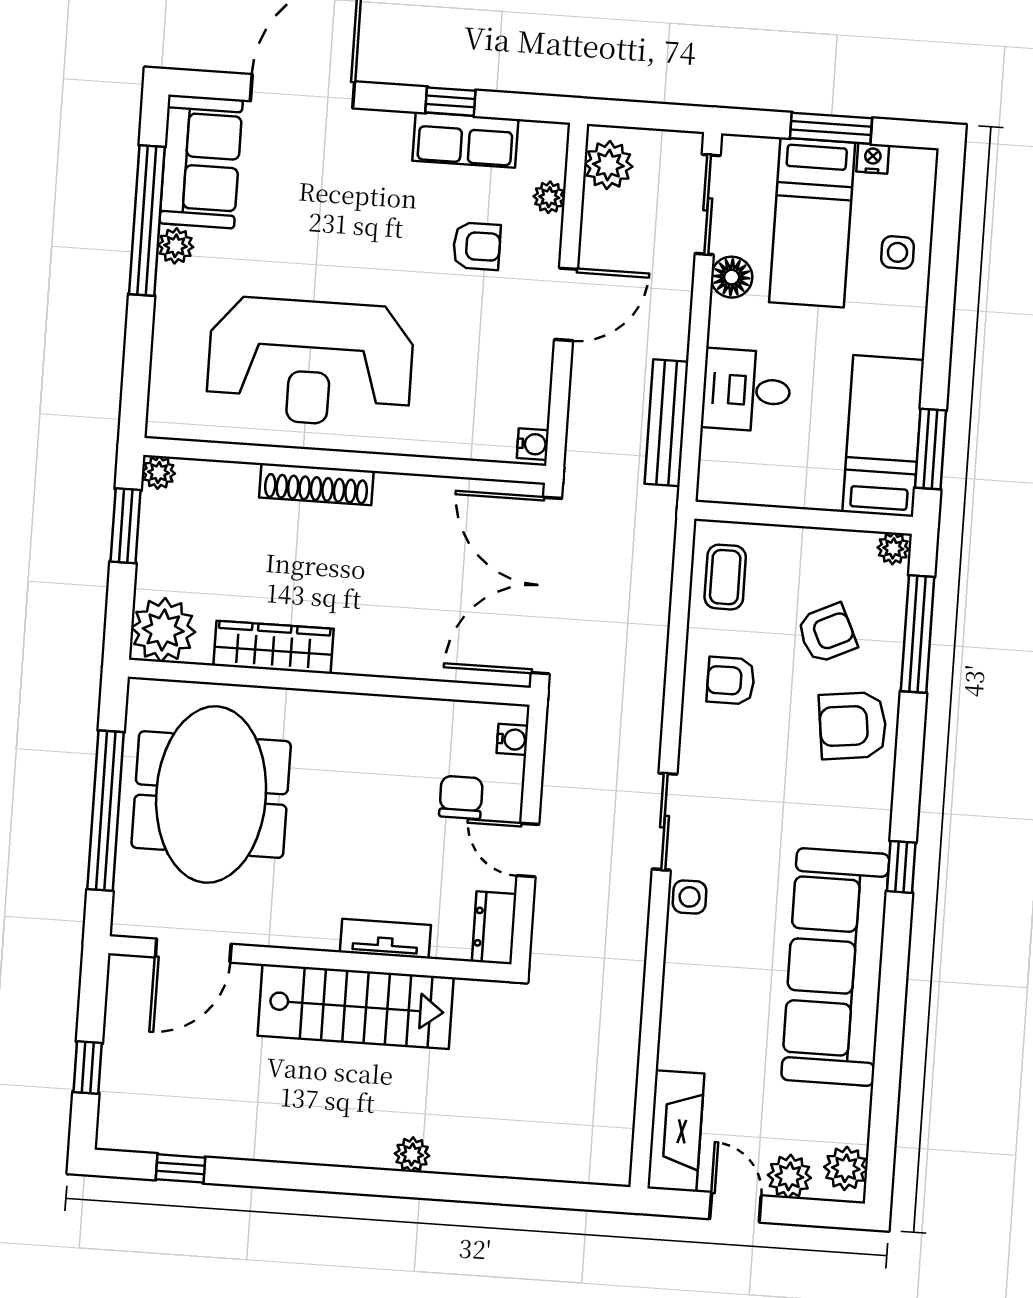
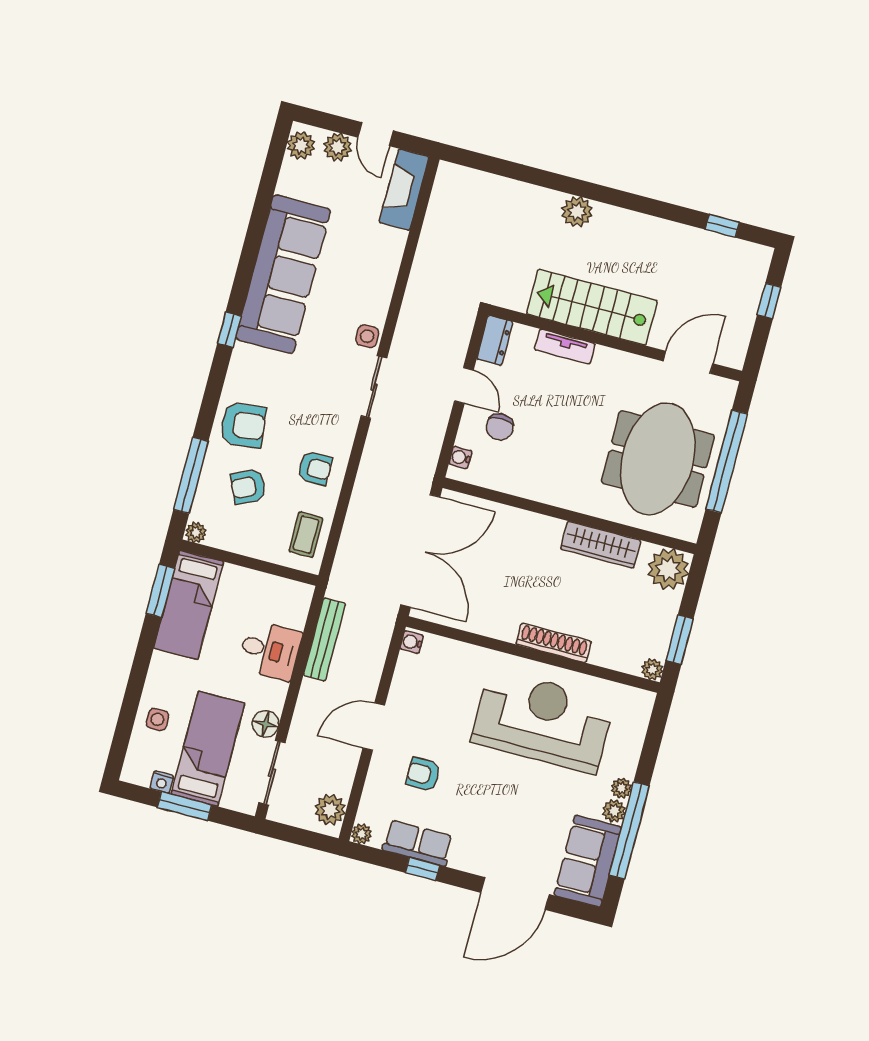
plant: (549, 197) -> (362, 834), moved
plant: (171, 283) -> (621, 788), added
plant: (412, 1155) -> (577, 212), width x1.38, depth x1.38

